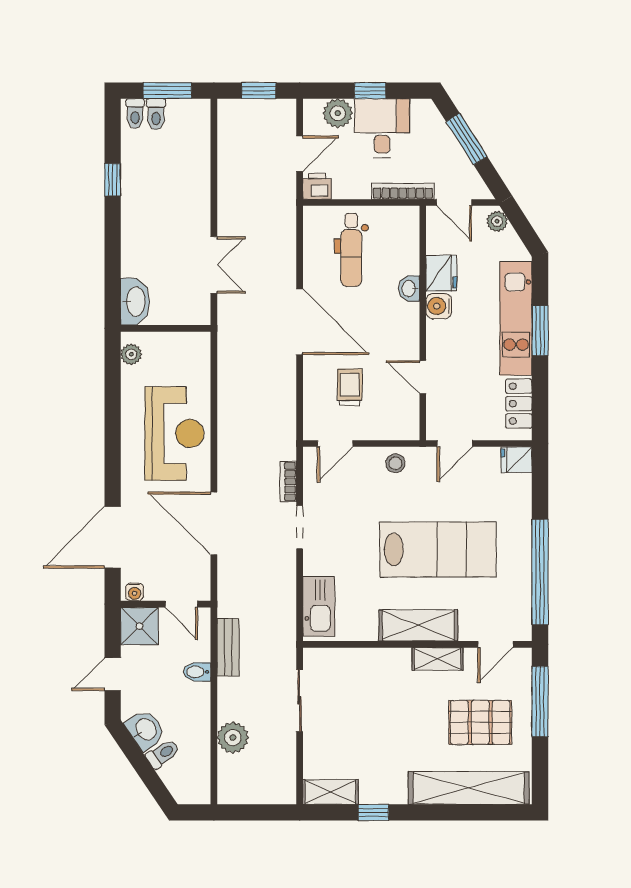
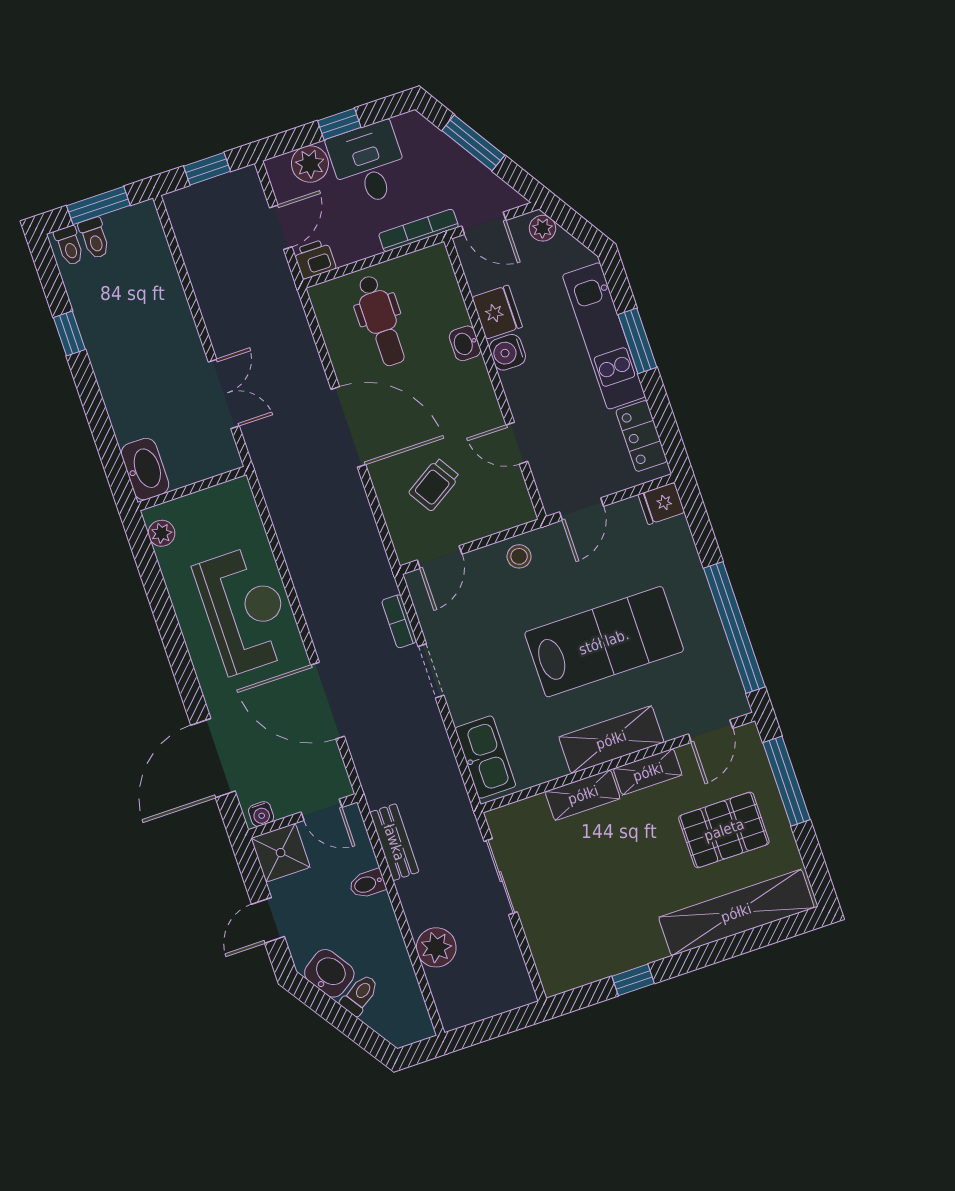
trolley: (350, 387) -> (434, 485), turned -122
shelving: (330, 792) -> (583, 795), moved

